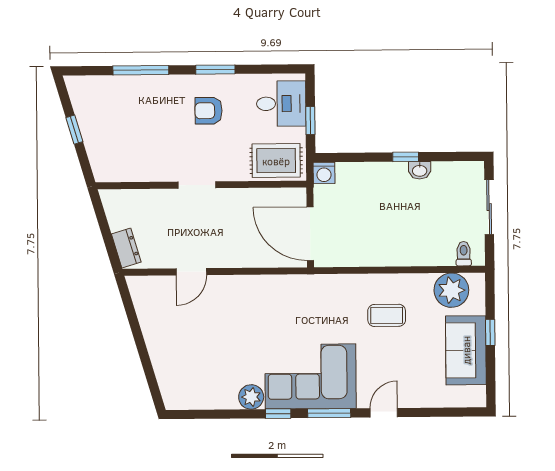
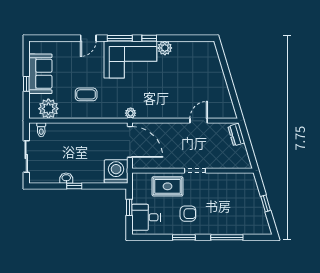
rug: (276, 161) -> (168, 186), moved
washing machine: (324, 173) -> (116, 171), width x1.89, depth x1.89
plant: (309, 284) -> (131, 113), added

